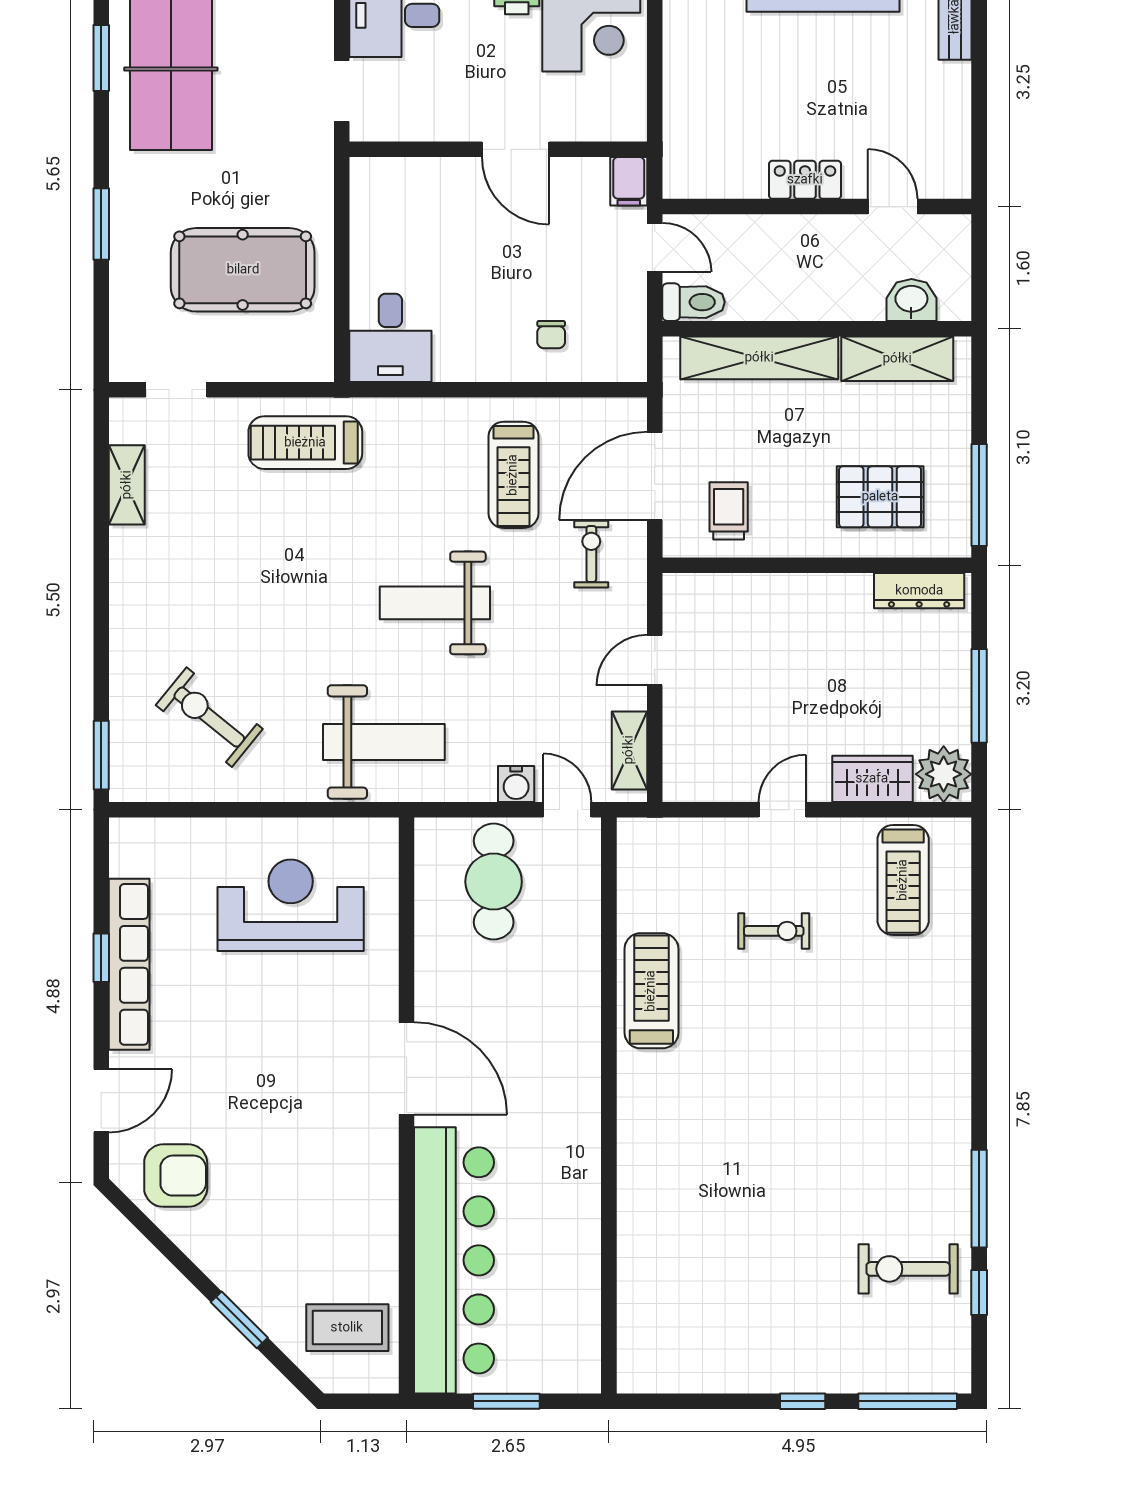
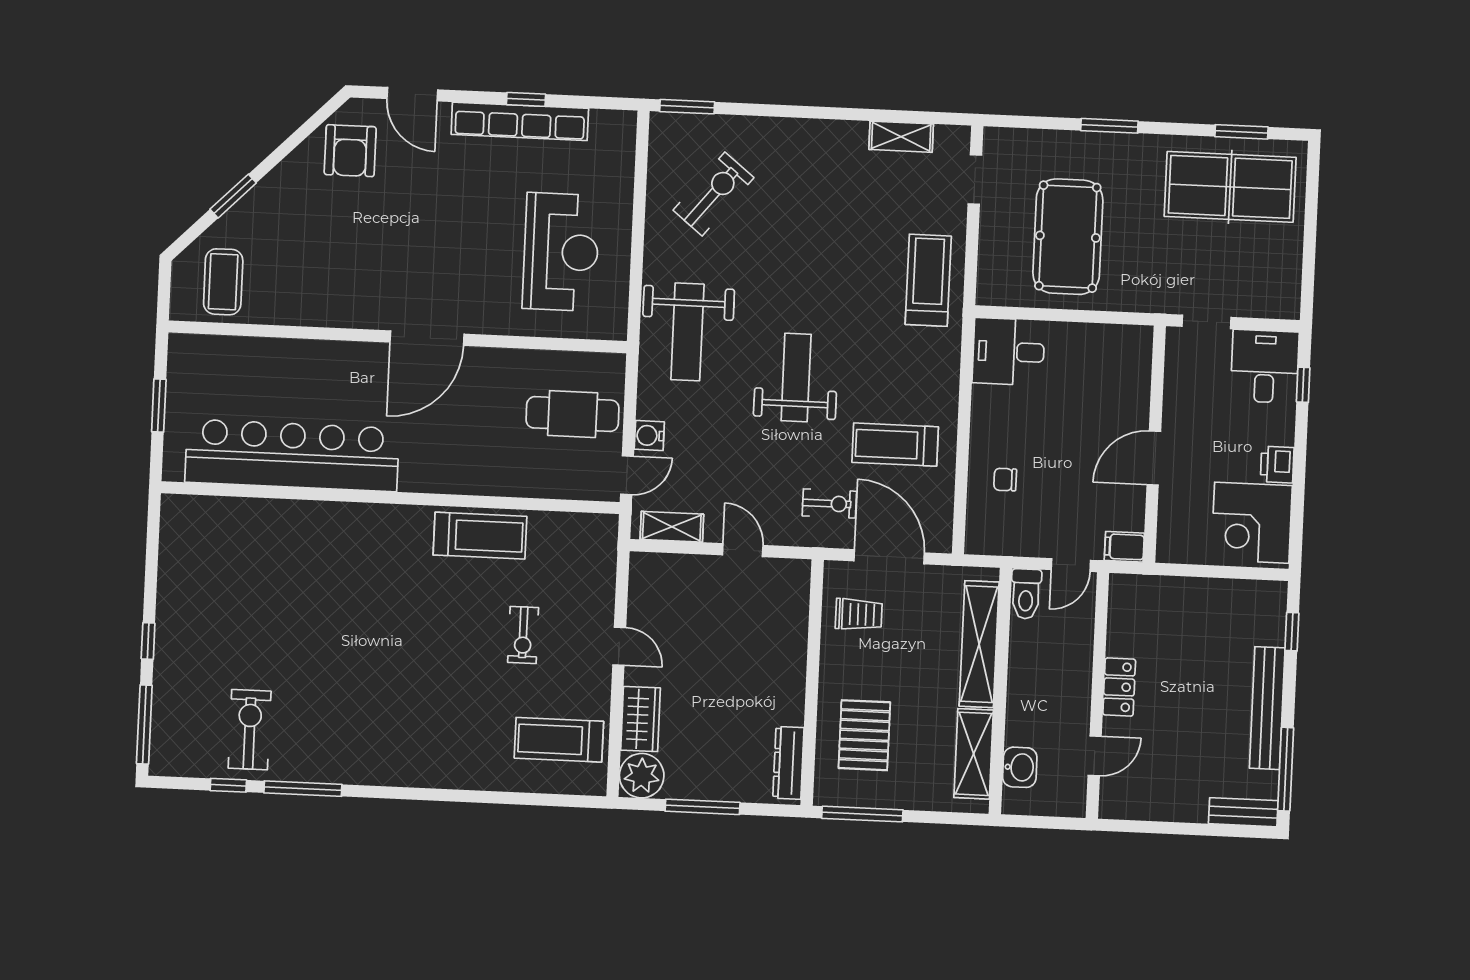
bar counter: (454, 1260) -> (292, 455), moved, turned 180

